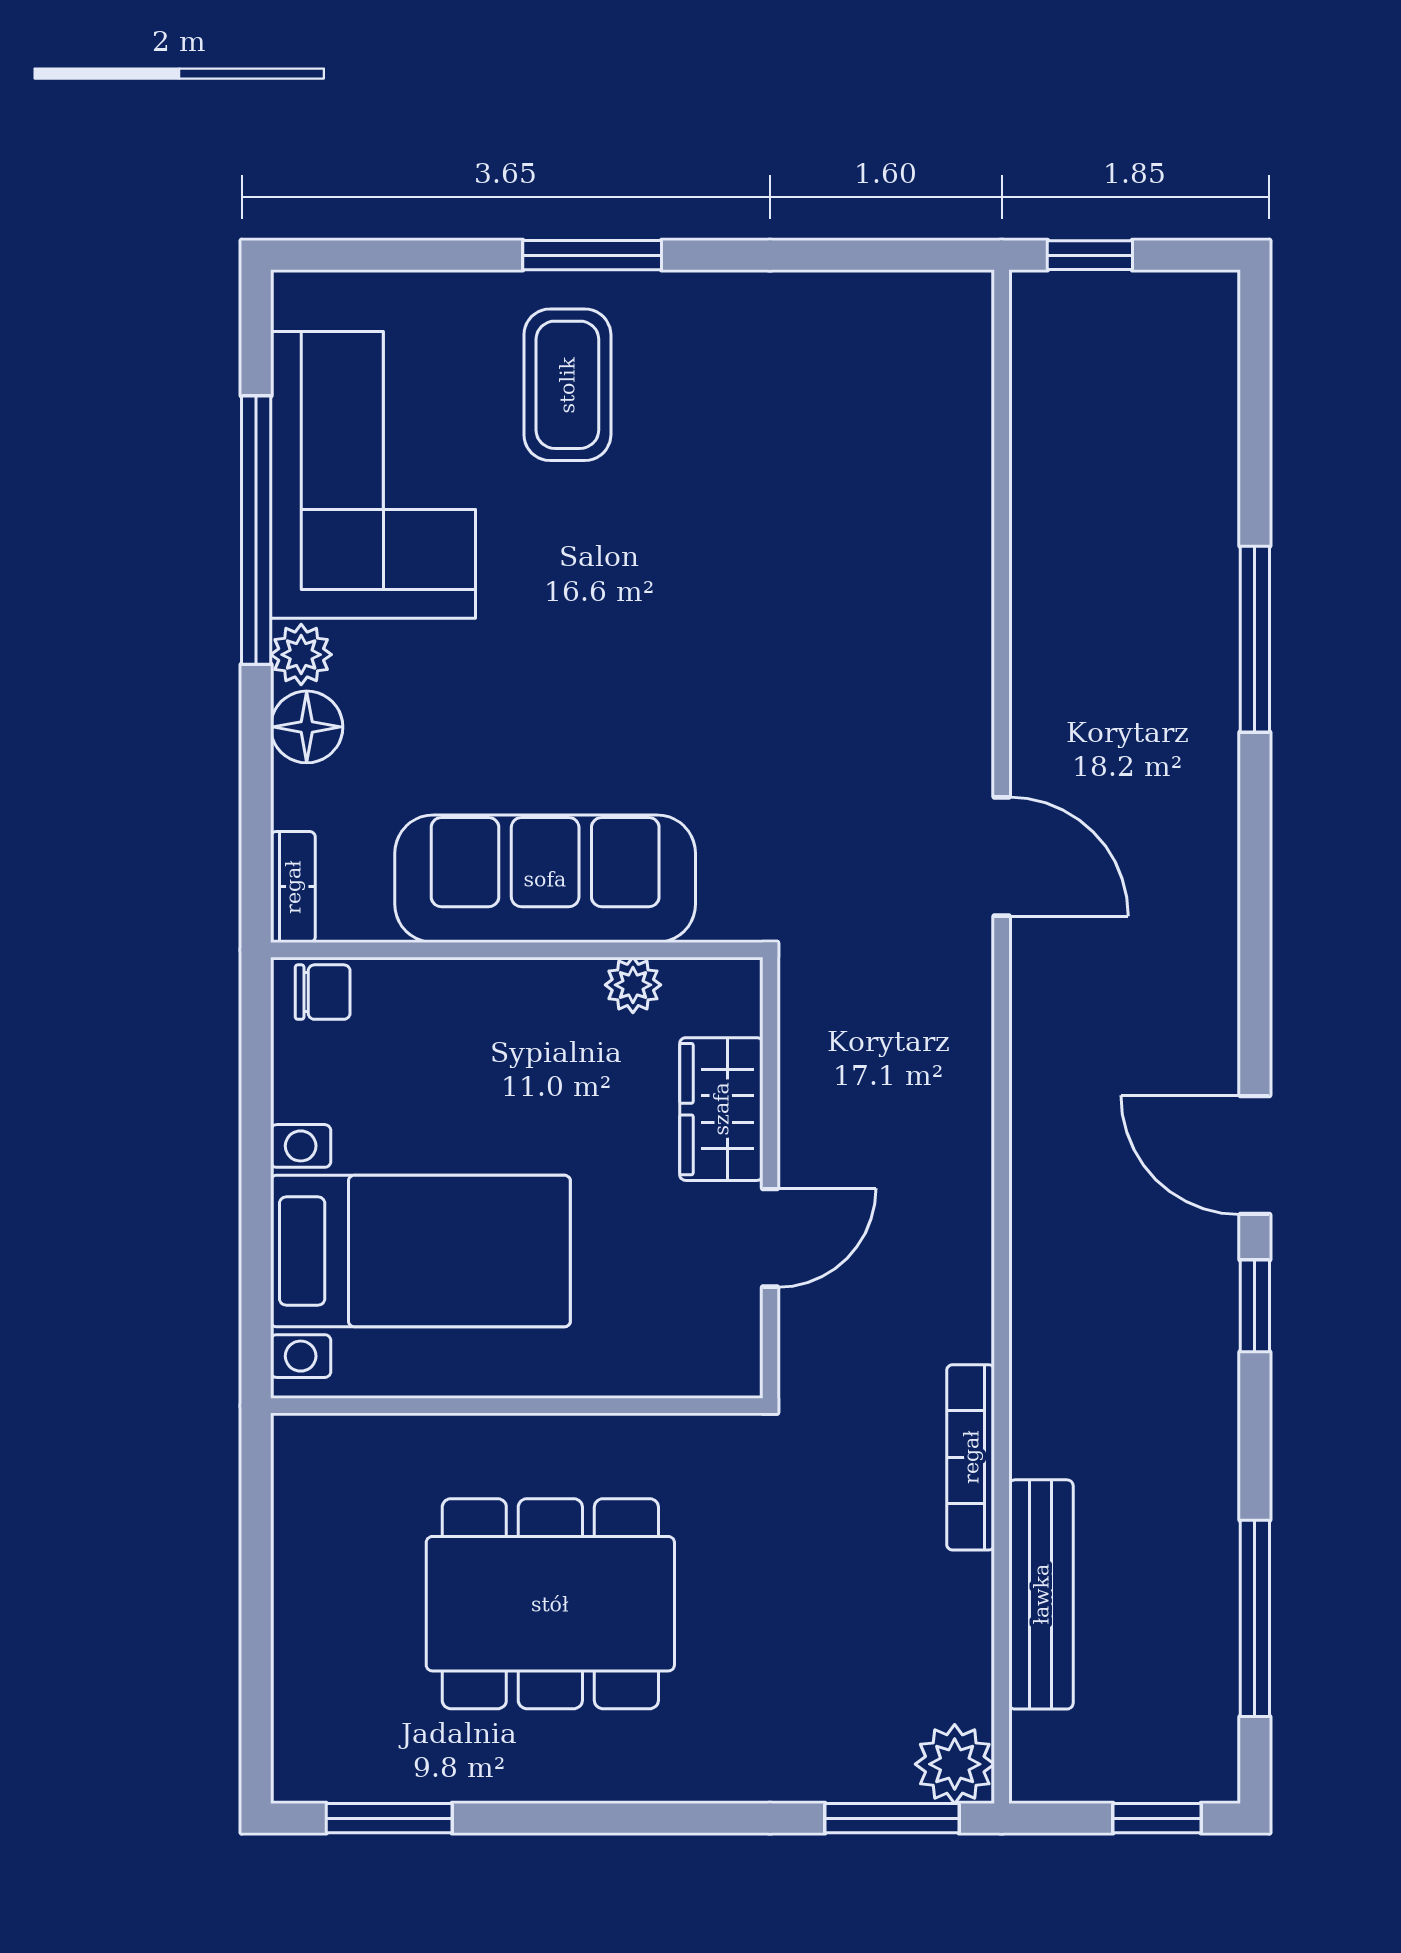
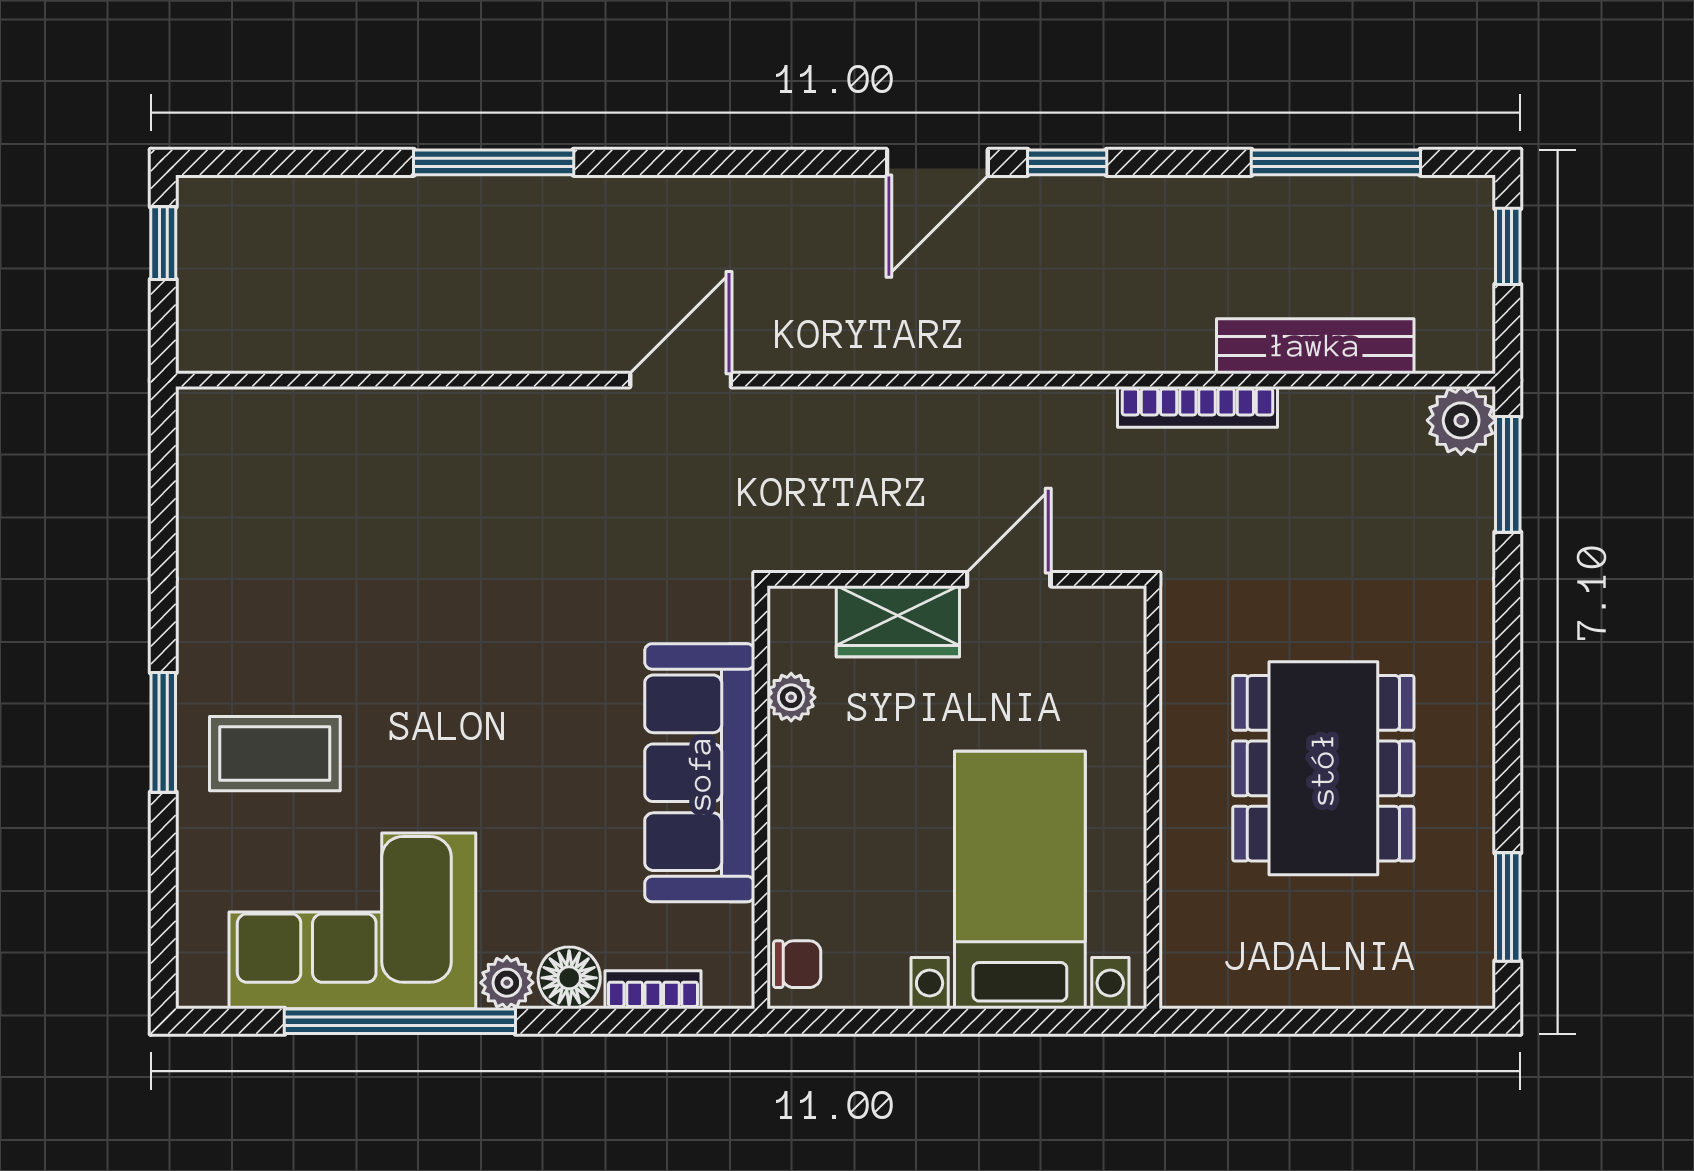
window: (1090, 255) -> (163, 243), moved
bookcase: (293, 887) -> (653, 990), moved
chair: (323, 992) -> (797, 964), turned 90
door: (770, 1238) -> (1009, 579), hinge flipped

